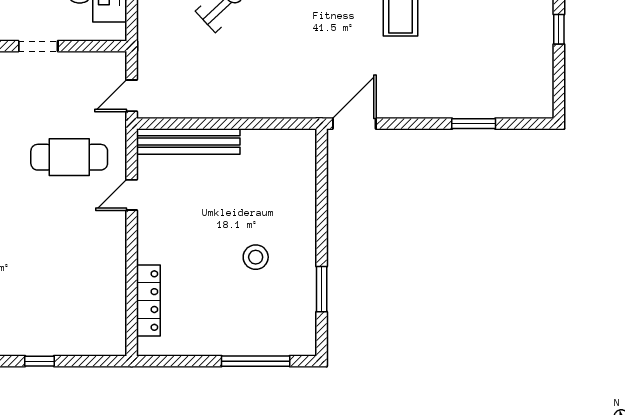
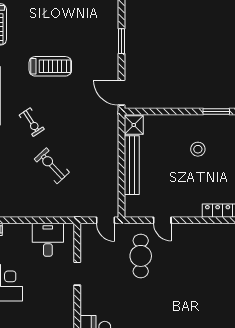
window: (474, 124) -> (121, 41), moved
bench: (188, 142) -> (132, 165), moved
shower: (298, 145) -> (134, 125), added

